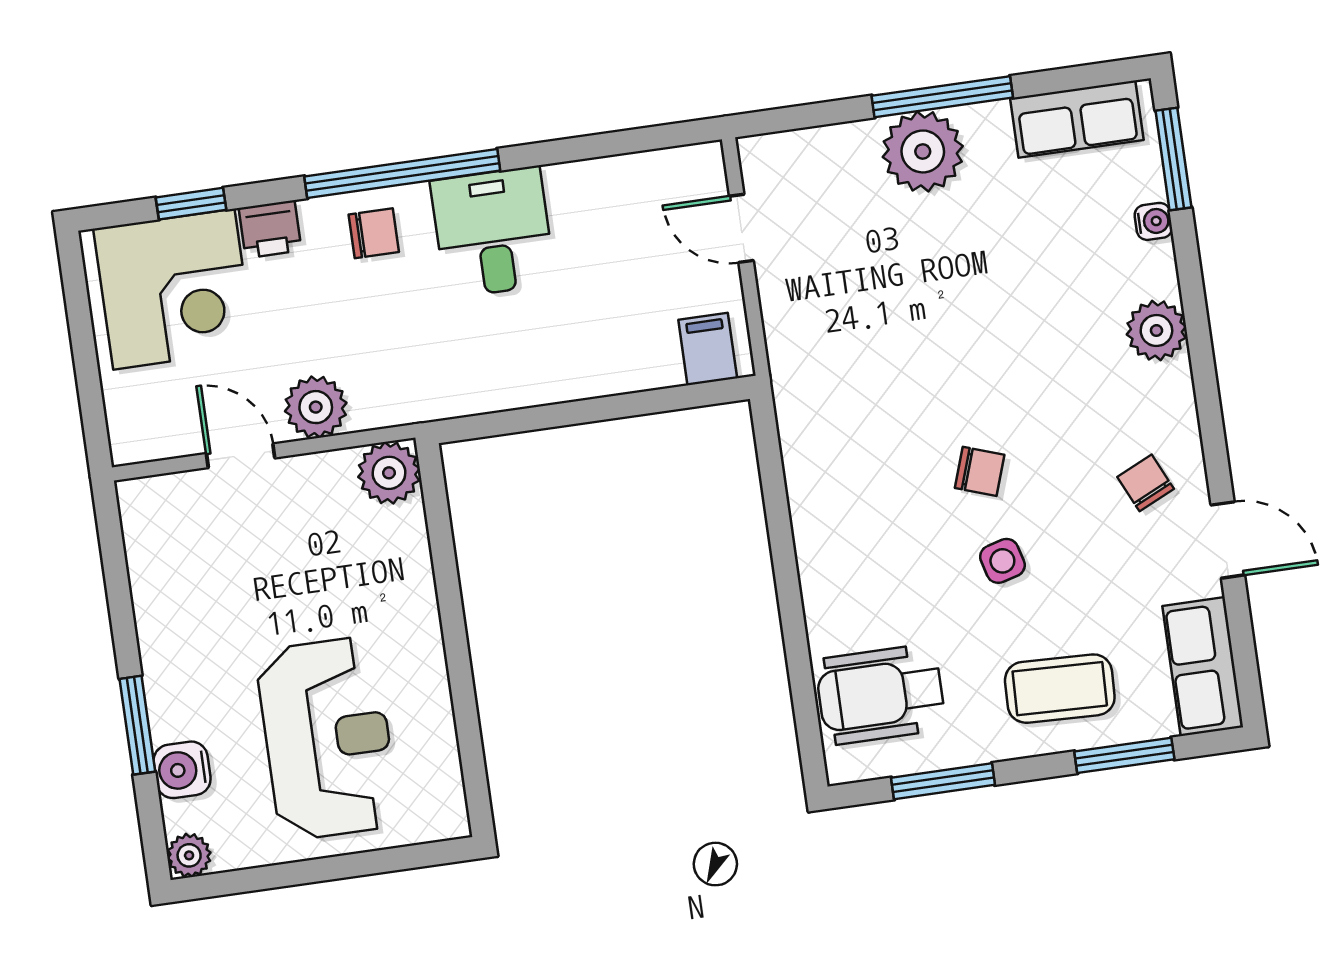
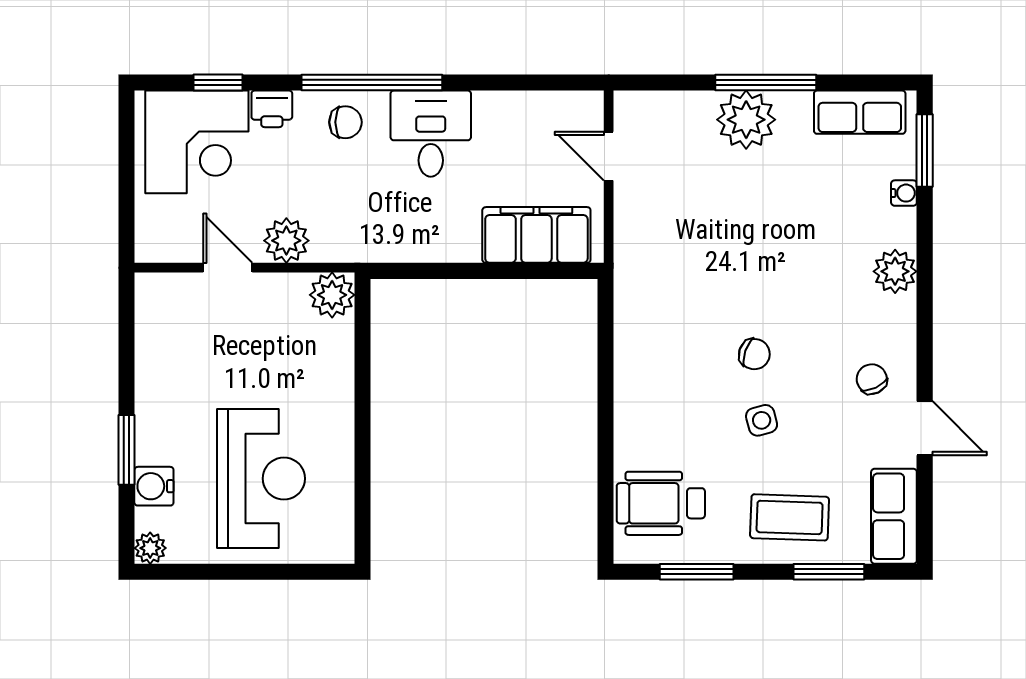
filing cabinet: (708, 349) -> (536, 235), width x3.00, depth x1.17

